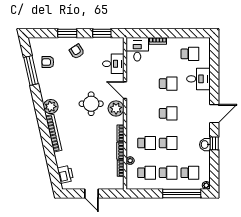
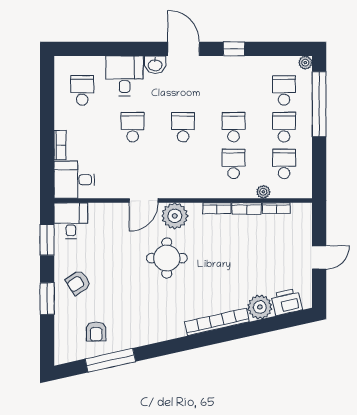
desk: (113, 64) -> (71, 221), moved
plant: (51, 107) -> (260, 307), moved
washbasin: (205, 145) -> (155, 65), moved

